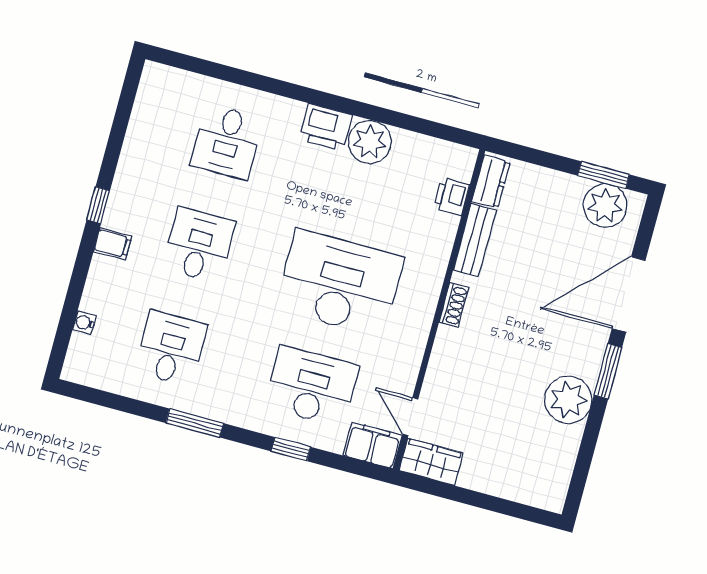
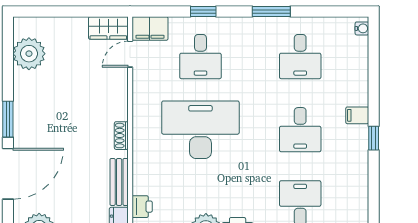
desk: (340, 283) -> (200, 130), turned 180
water cooler: (84, 323) -> (362, 28), moved
desk: (312, 386) -> (200, 57), width x0.73
plant: (568, 400) -> (29, 54), moved
door: (410, 417) -> (130, 54), swing flipped

